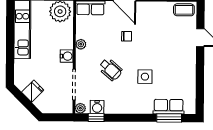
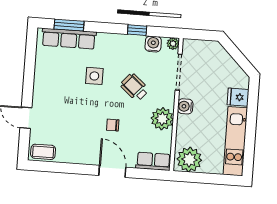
plant: (81, 44) -> (162, 119), width x1.87, depth x1.87
fridge: (33, 91) -> (238, 97), moved, turned 45
row of seats: (169, 107) -> (69, 39), width x1.48
window: (96, 118) -> (137, 30), moved

